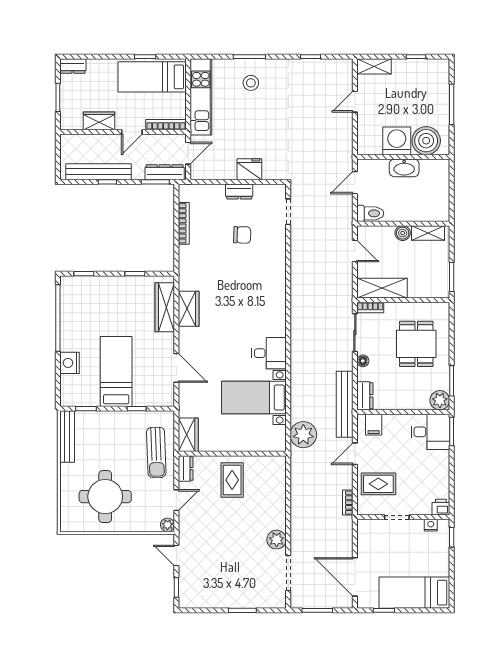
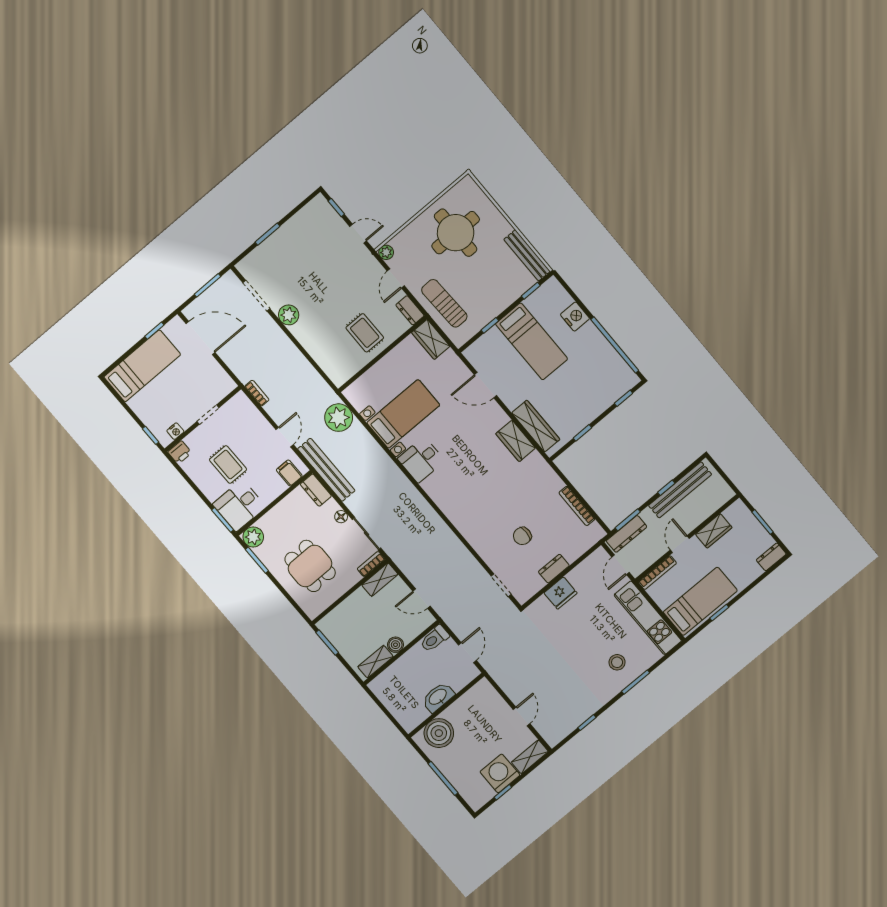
washing machine: (397, 141) -> (500, 773), moved, turned 180
shelving: (382, 288) -> (380, 580), width x0.67, depth x0.75
rug: (378, 484) -> (228, 465), moved, turned 90

